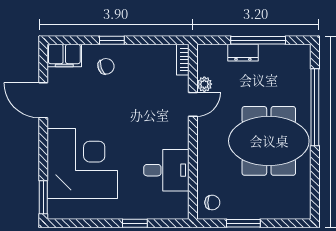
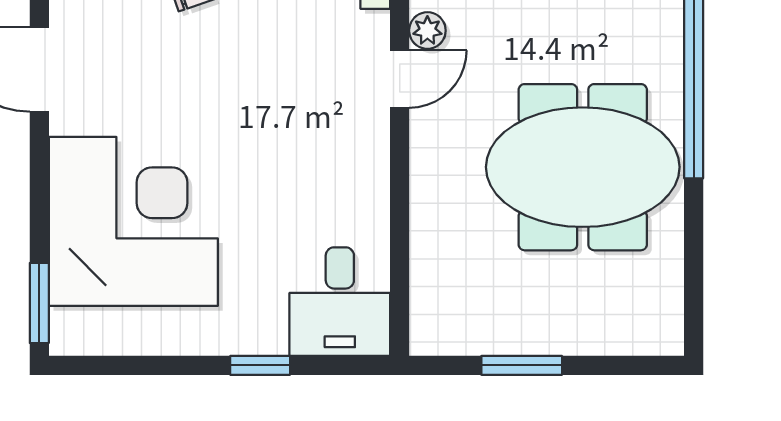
desk: (166, 170) -> (340, 302), moved, turned 90
chair: (212, 203) -> (447, 315), removed

